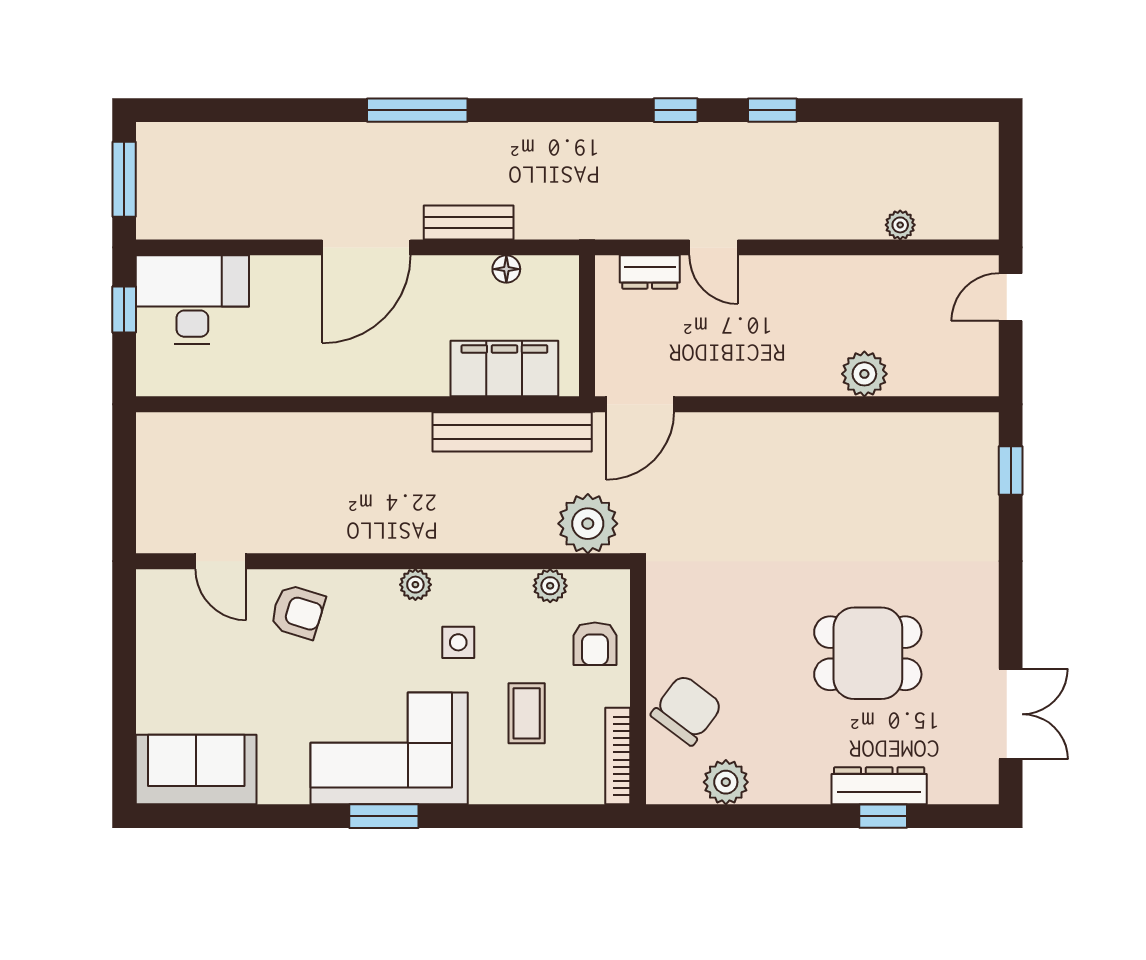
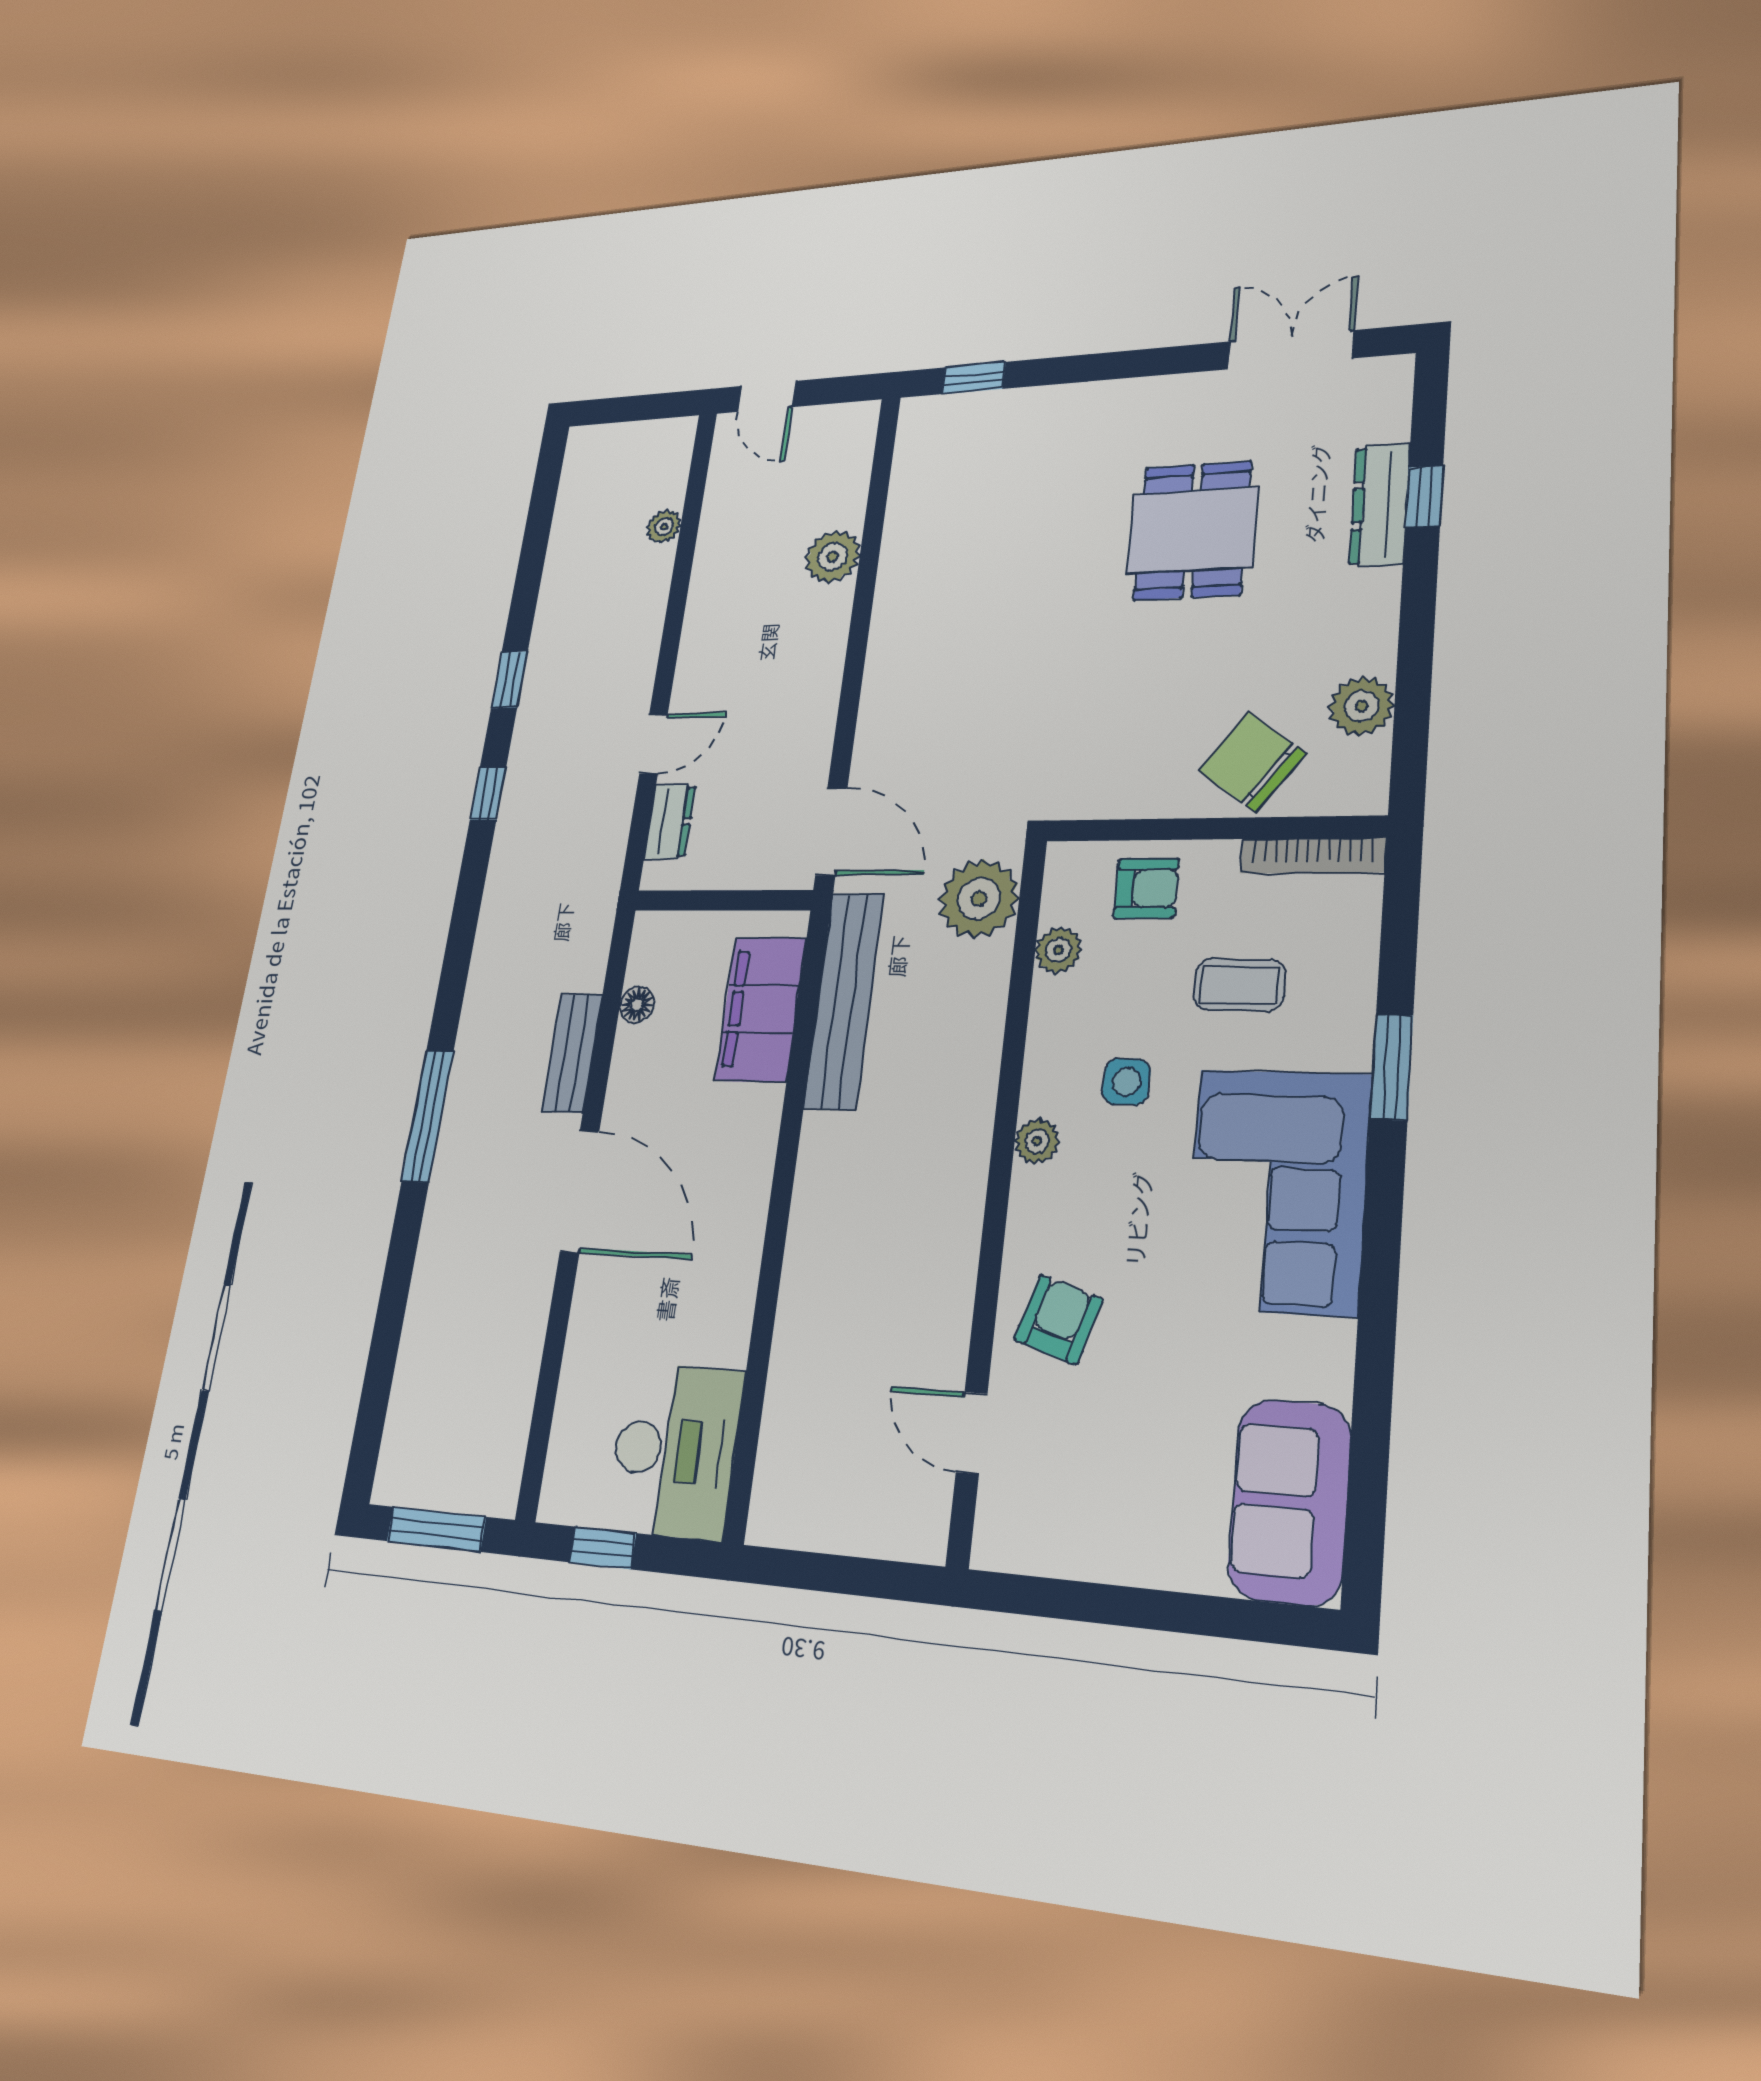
desk: (192, 300) -> (675, 1450), moved, turned 180
door: (221, 561) -> (972, 1433), swing flipped
window: (384, 816) -> (1392, 1067), moved

